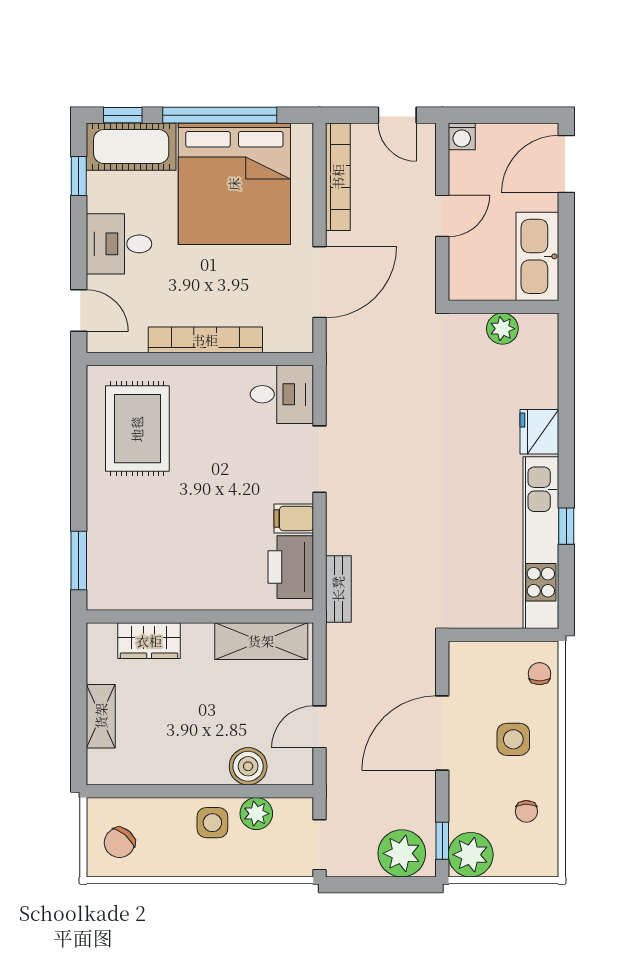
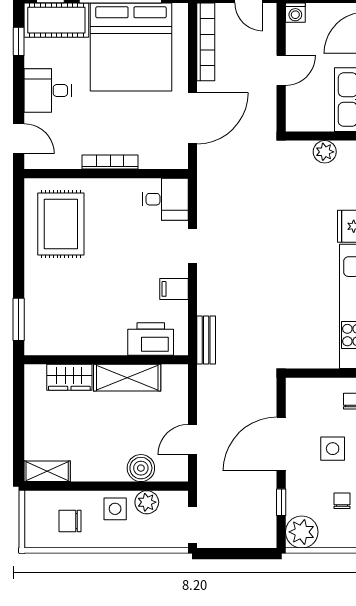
bookcase: (205, 340) -> (110, 162), width x0.68, depth x0.76
doorway: (319, 459) -> (193, 246), width x0.73
printer: (291, 567) -> (151, 339), moved, turned 90
shelving: (261, 641) -> (127, 378), moved
shelving: (101, 716) -> (47, 471), moved, turned 90
chair: (526, 811) -> (342, 501), turned 180
window: (442, 841) -> (281, 502), moved
chair: (119, 843) -> (70, 521), moved, turned 50
plant: (402, 853) -> (252, 531), removed

